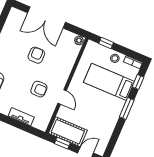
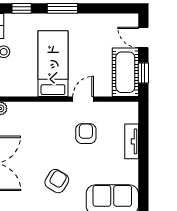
armchair: (36, 55) -> (57, 181), moved, turned 121
bed: (109, 82) -> (53, 64), moved, turned 180

